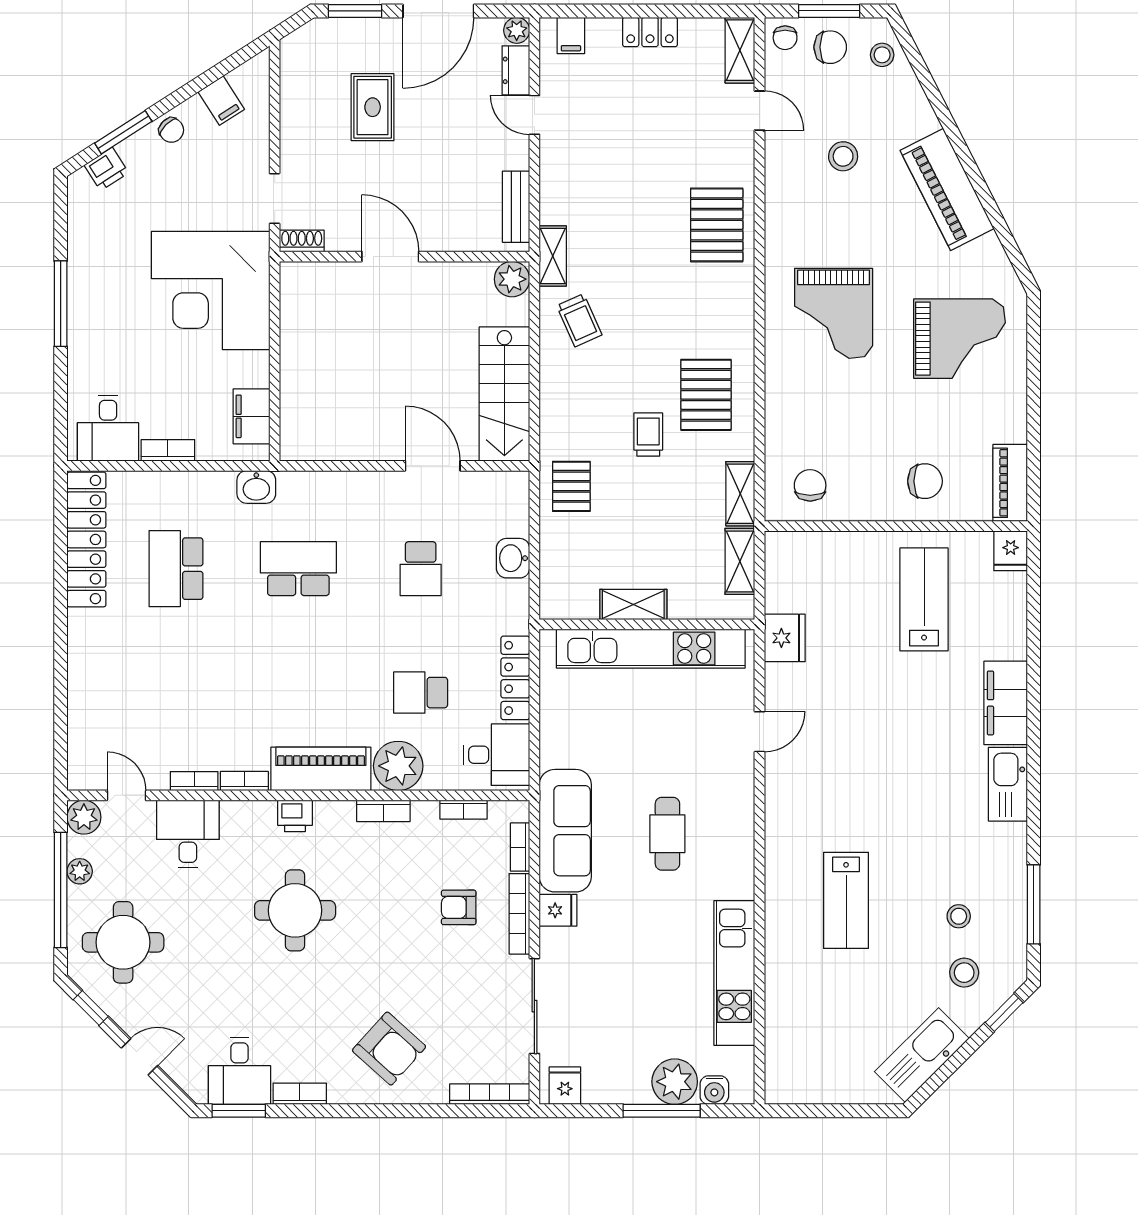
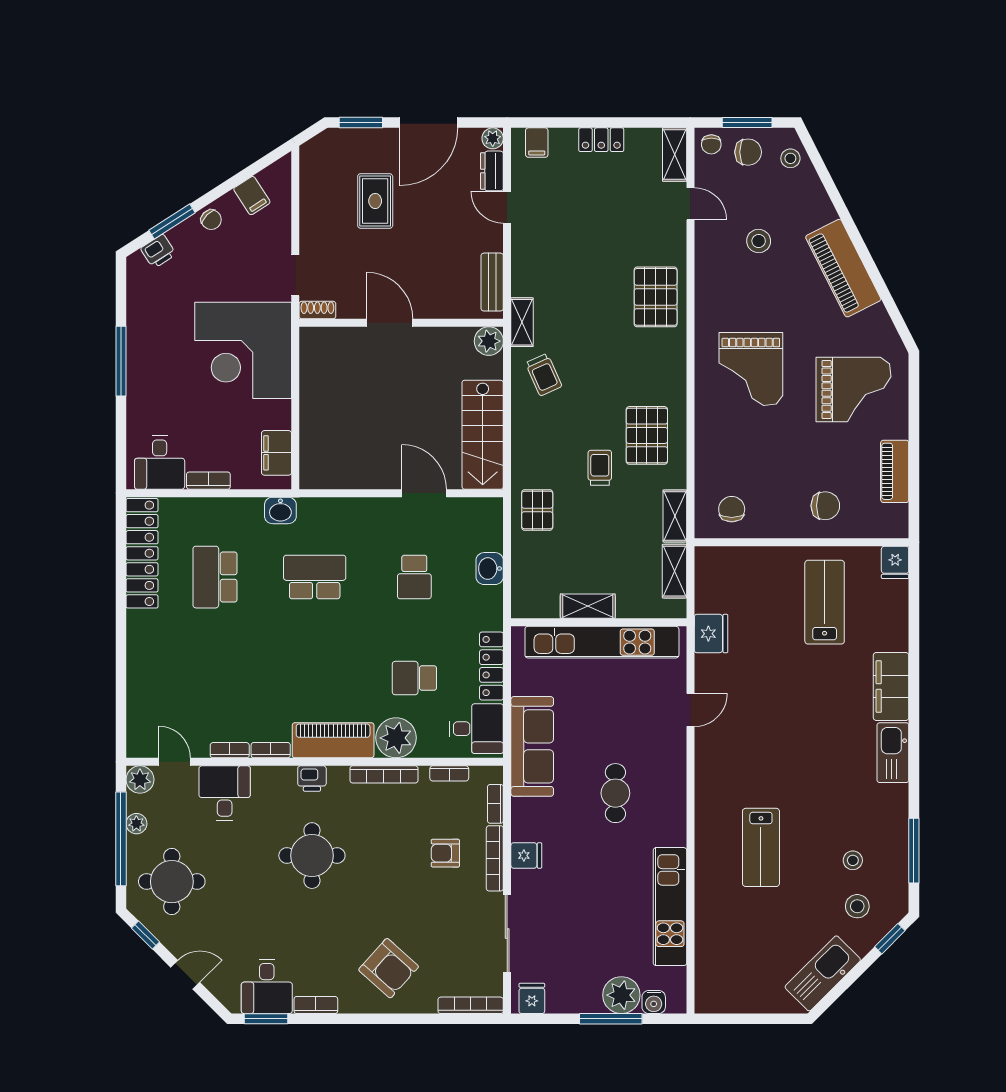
piano: (1010, 483) -> (895, 471), moved
bookcase: (383, 811) -> (384, 774), width x1.56
sofa: (565, 831) -> (532, 746), moved

